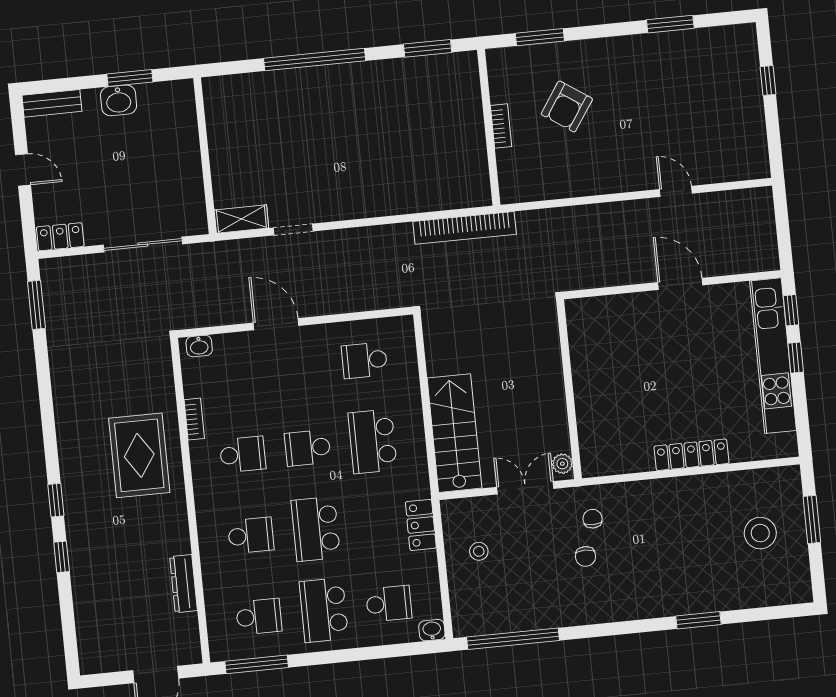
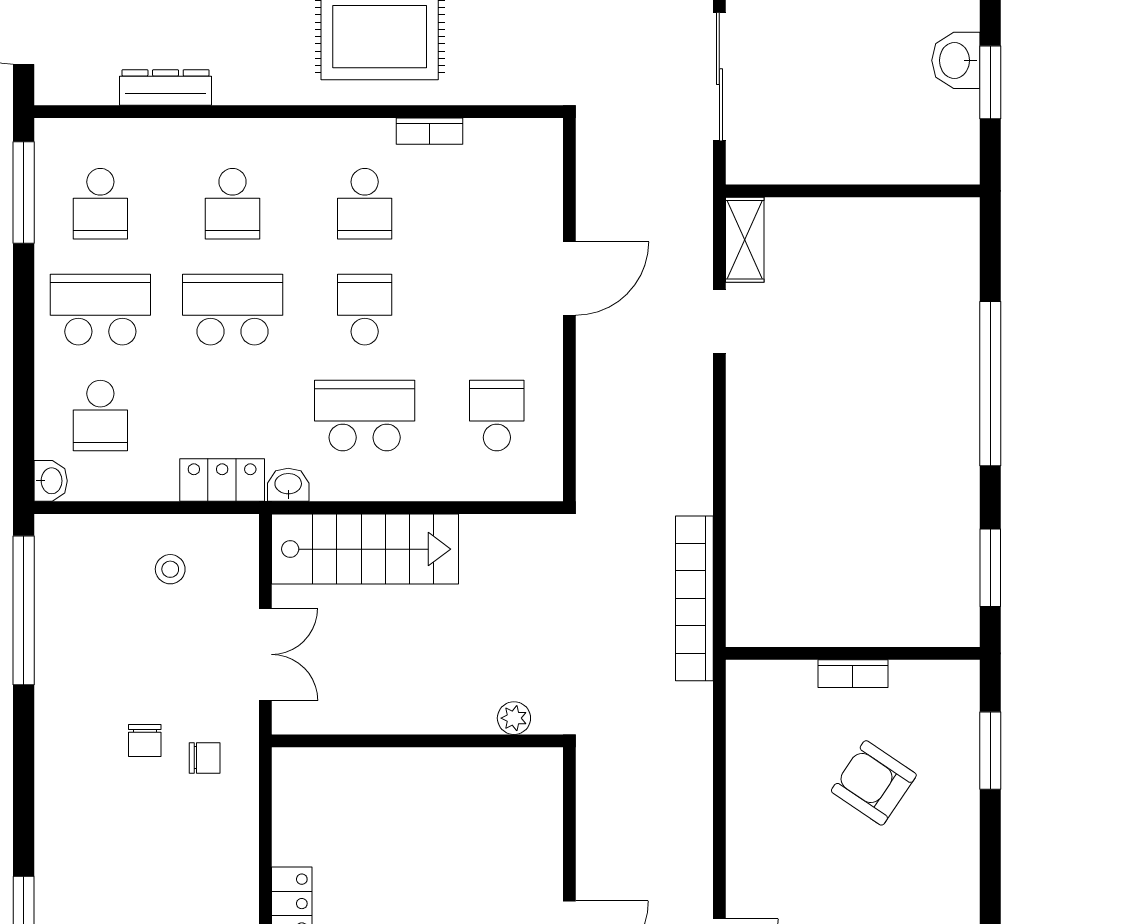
washbasin: (199, 346) -> (288, 485), moved, turned 90
plant: (562, 464) -> (514, 718), moved
chair: (586, 556) -> (145, 741), turned -90

